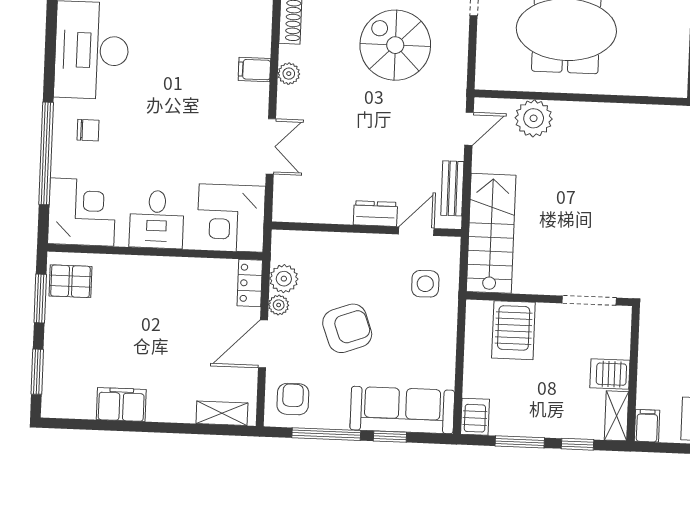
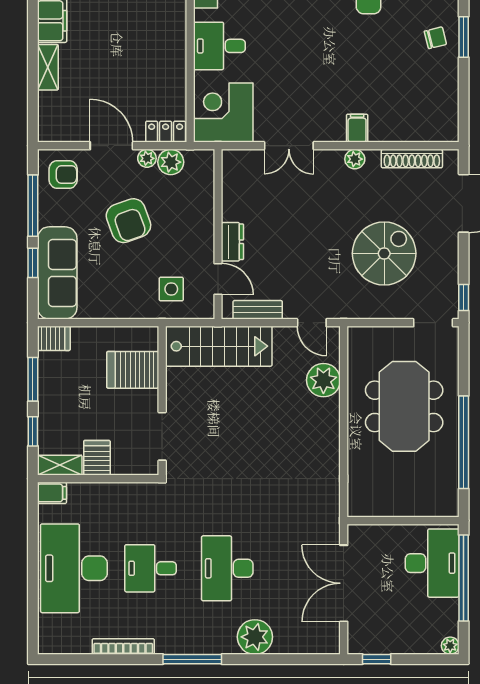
shelving: (222, 413) -> (48, 67), moved

